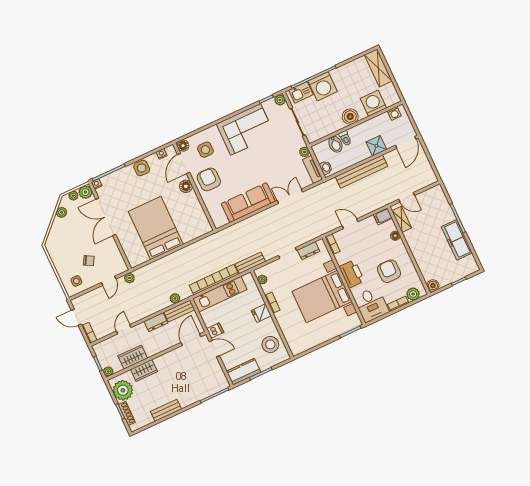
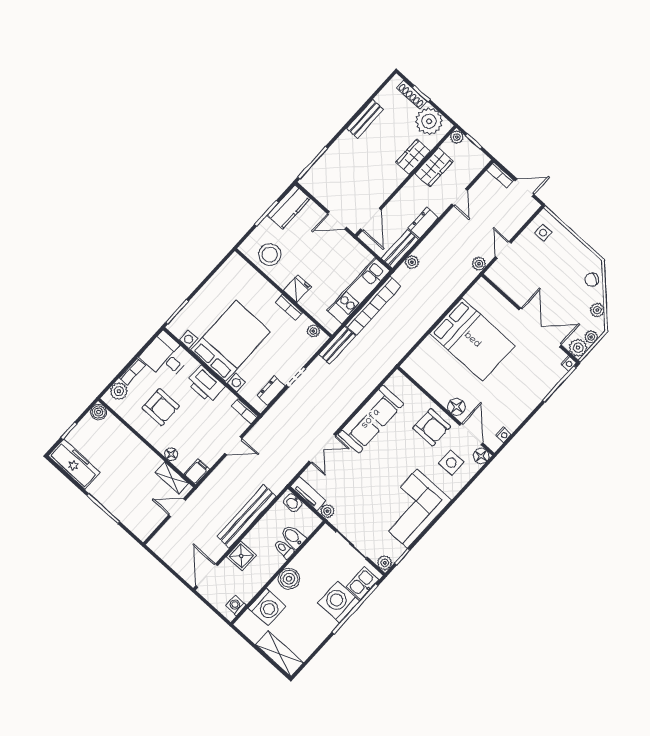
side table: (142, 168) -> (521, 407), removed
freezer: (457, 240) -> (74, 464), moved
chair: (89, 261) -> (592, 280), moved
dishwasher: (215, 331) -> (345, 243), removed

